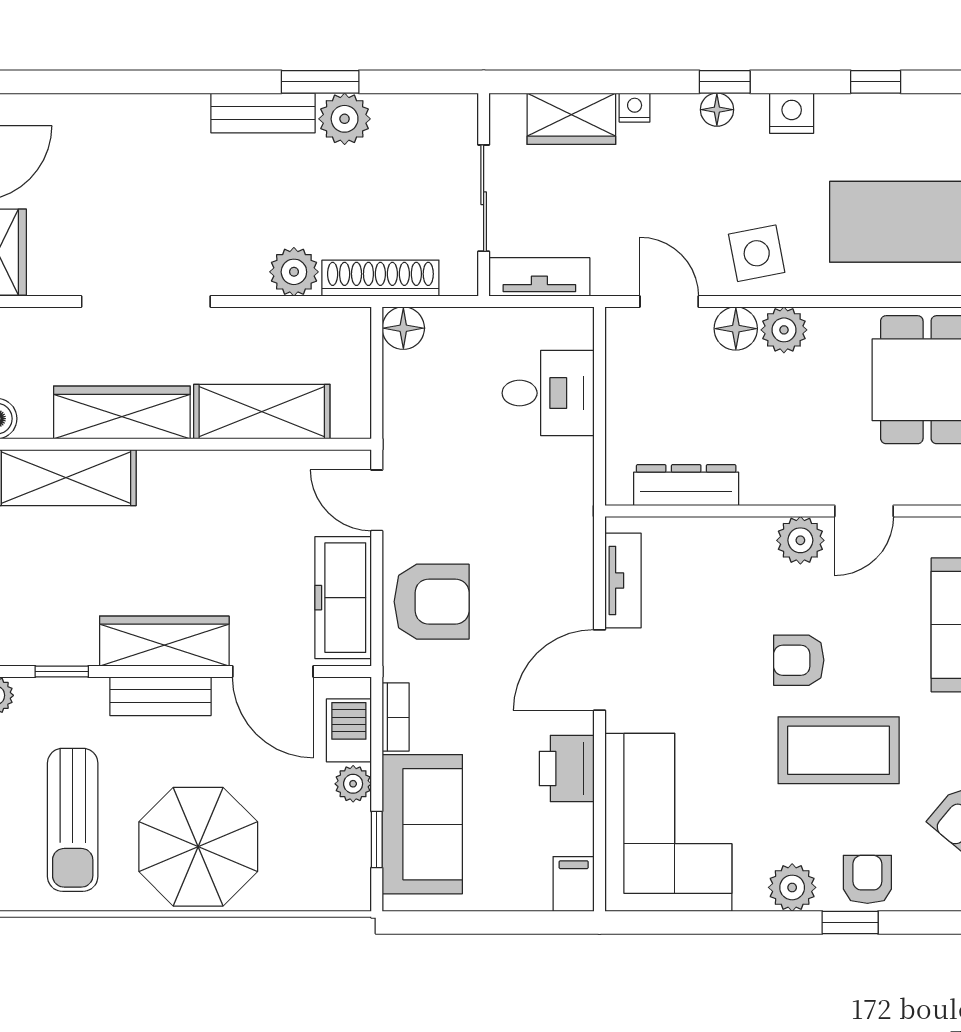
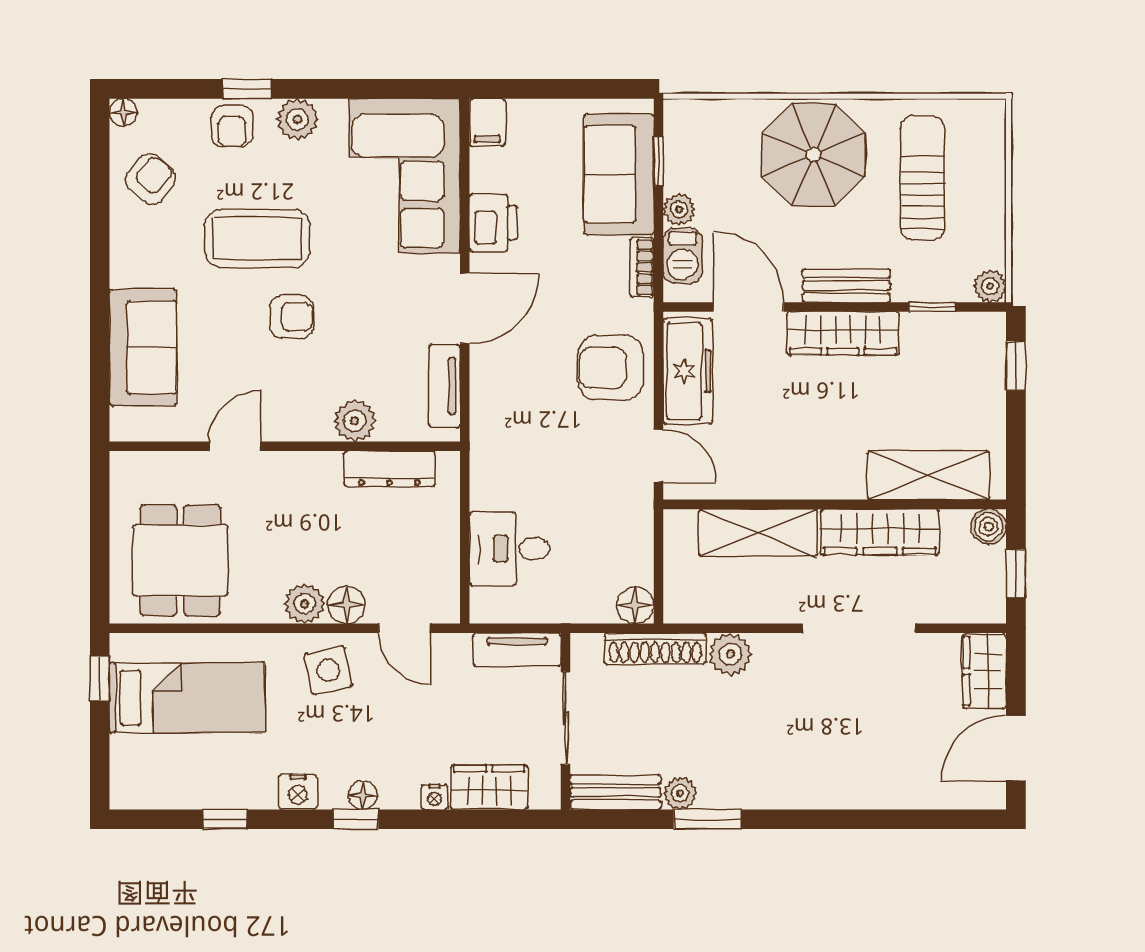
bench: (263, 113) -> (615, 792), moved
plant: (345, 119) -> (680, 793), width x0.73, depth x0.73
plant: (800, 540) -> (355, 421), moved

